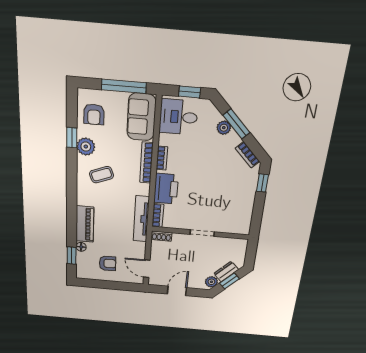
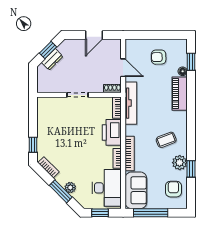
desk: (178, 117) -> (107, 188), width x1.37
door: (147, 269) -> (123, 68), moved
plant: (211, 282) -> (64, 48), removed

